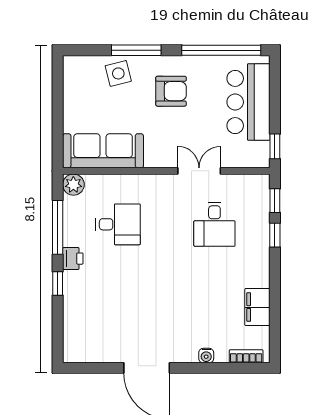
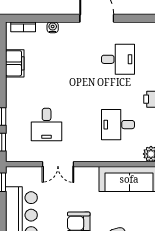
desk: (214, 224) -> (47, 125), turned 180
desk: (118, 312) -> (118, 59), added

